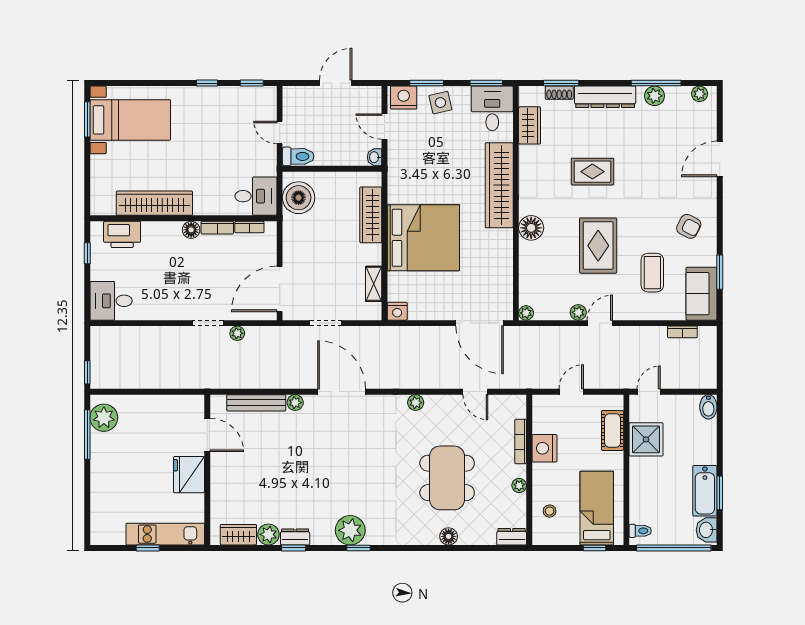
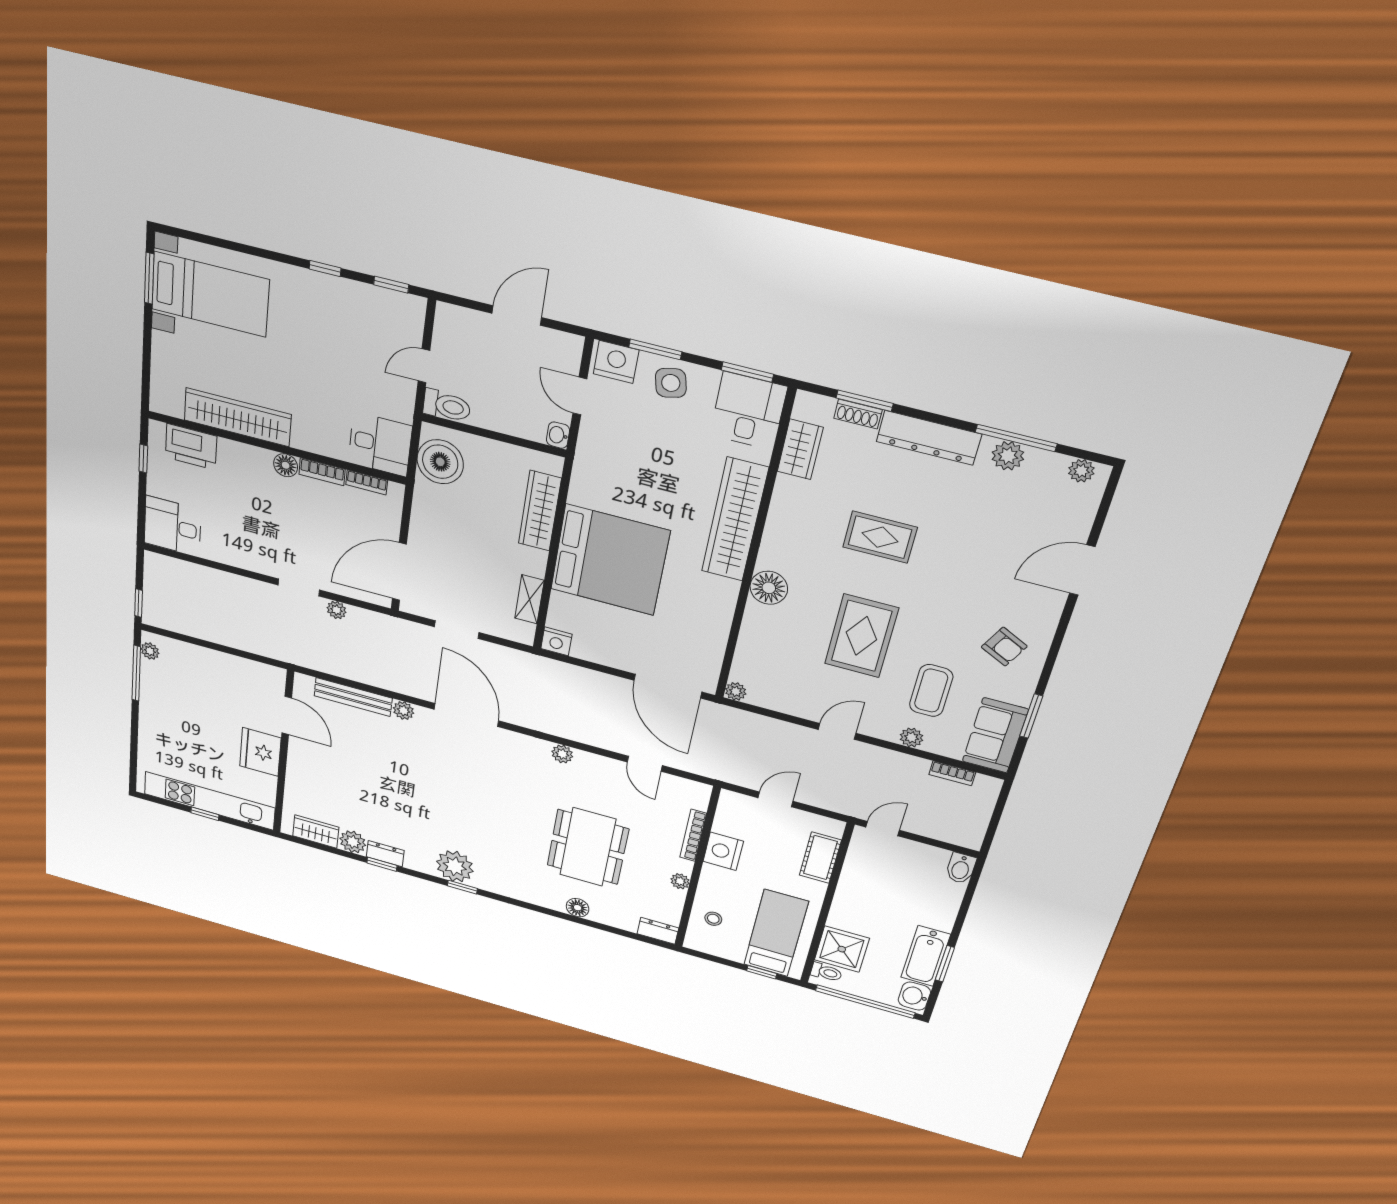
door: (280, 132) -> (424, 366), hinge flipped
plant: (578, 312) -> (911, 737), moved
plant: (104, 418) -> (150, 651), width x0.53, depth x0.53
shower: (646, 439) -> (842, 949), moved
kitchen unit: (165, 534) -> (209, 801), width x1.36

